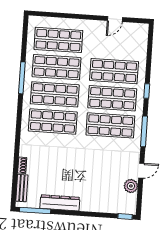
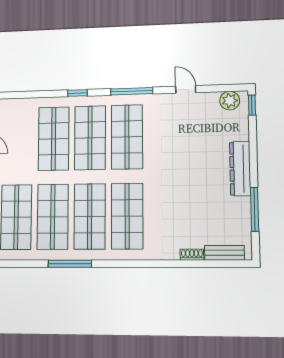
plant: (131, 186) -> (230, 101), moved
dresser: (60, 203) -> (240, 169), moved
window: (35, 210) -> (255, 209), moved

